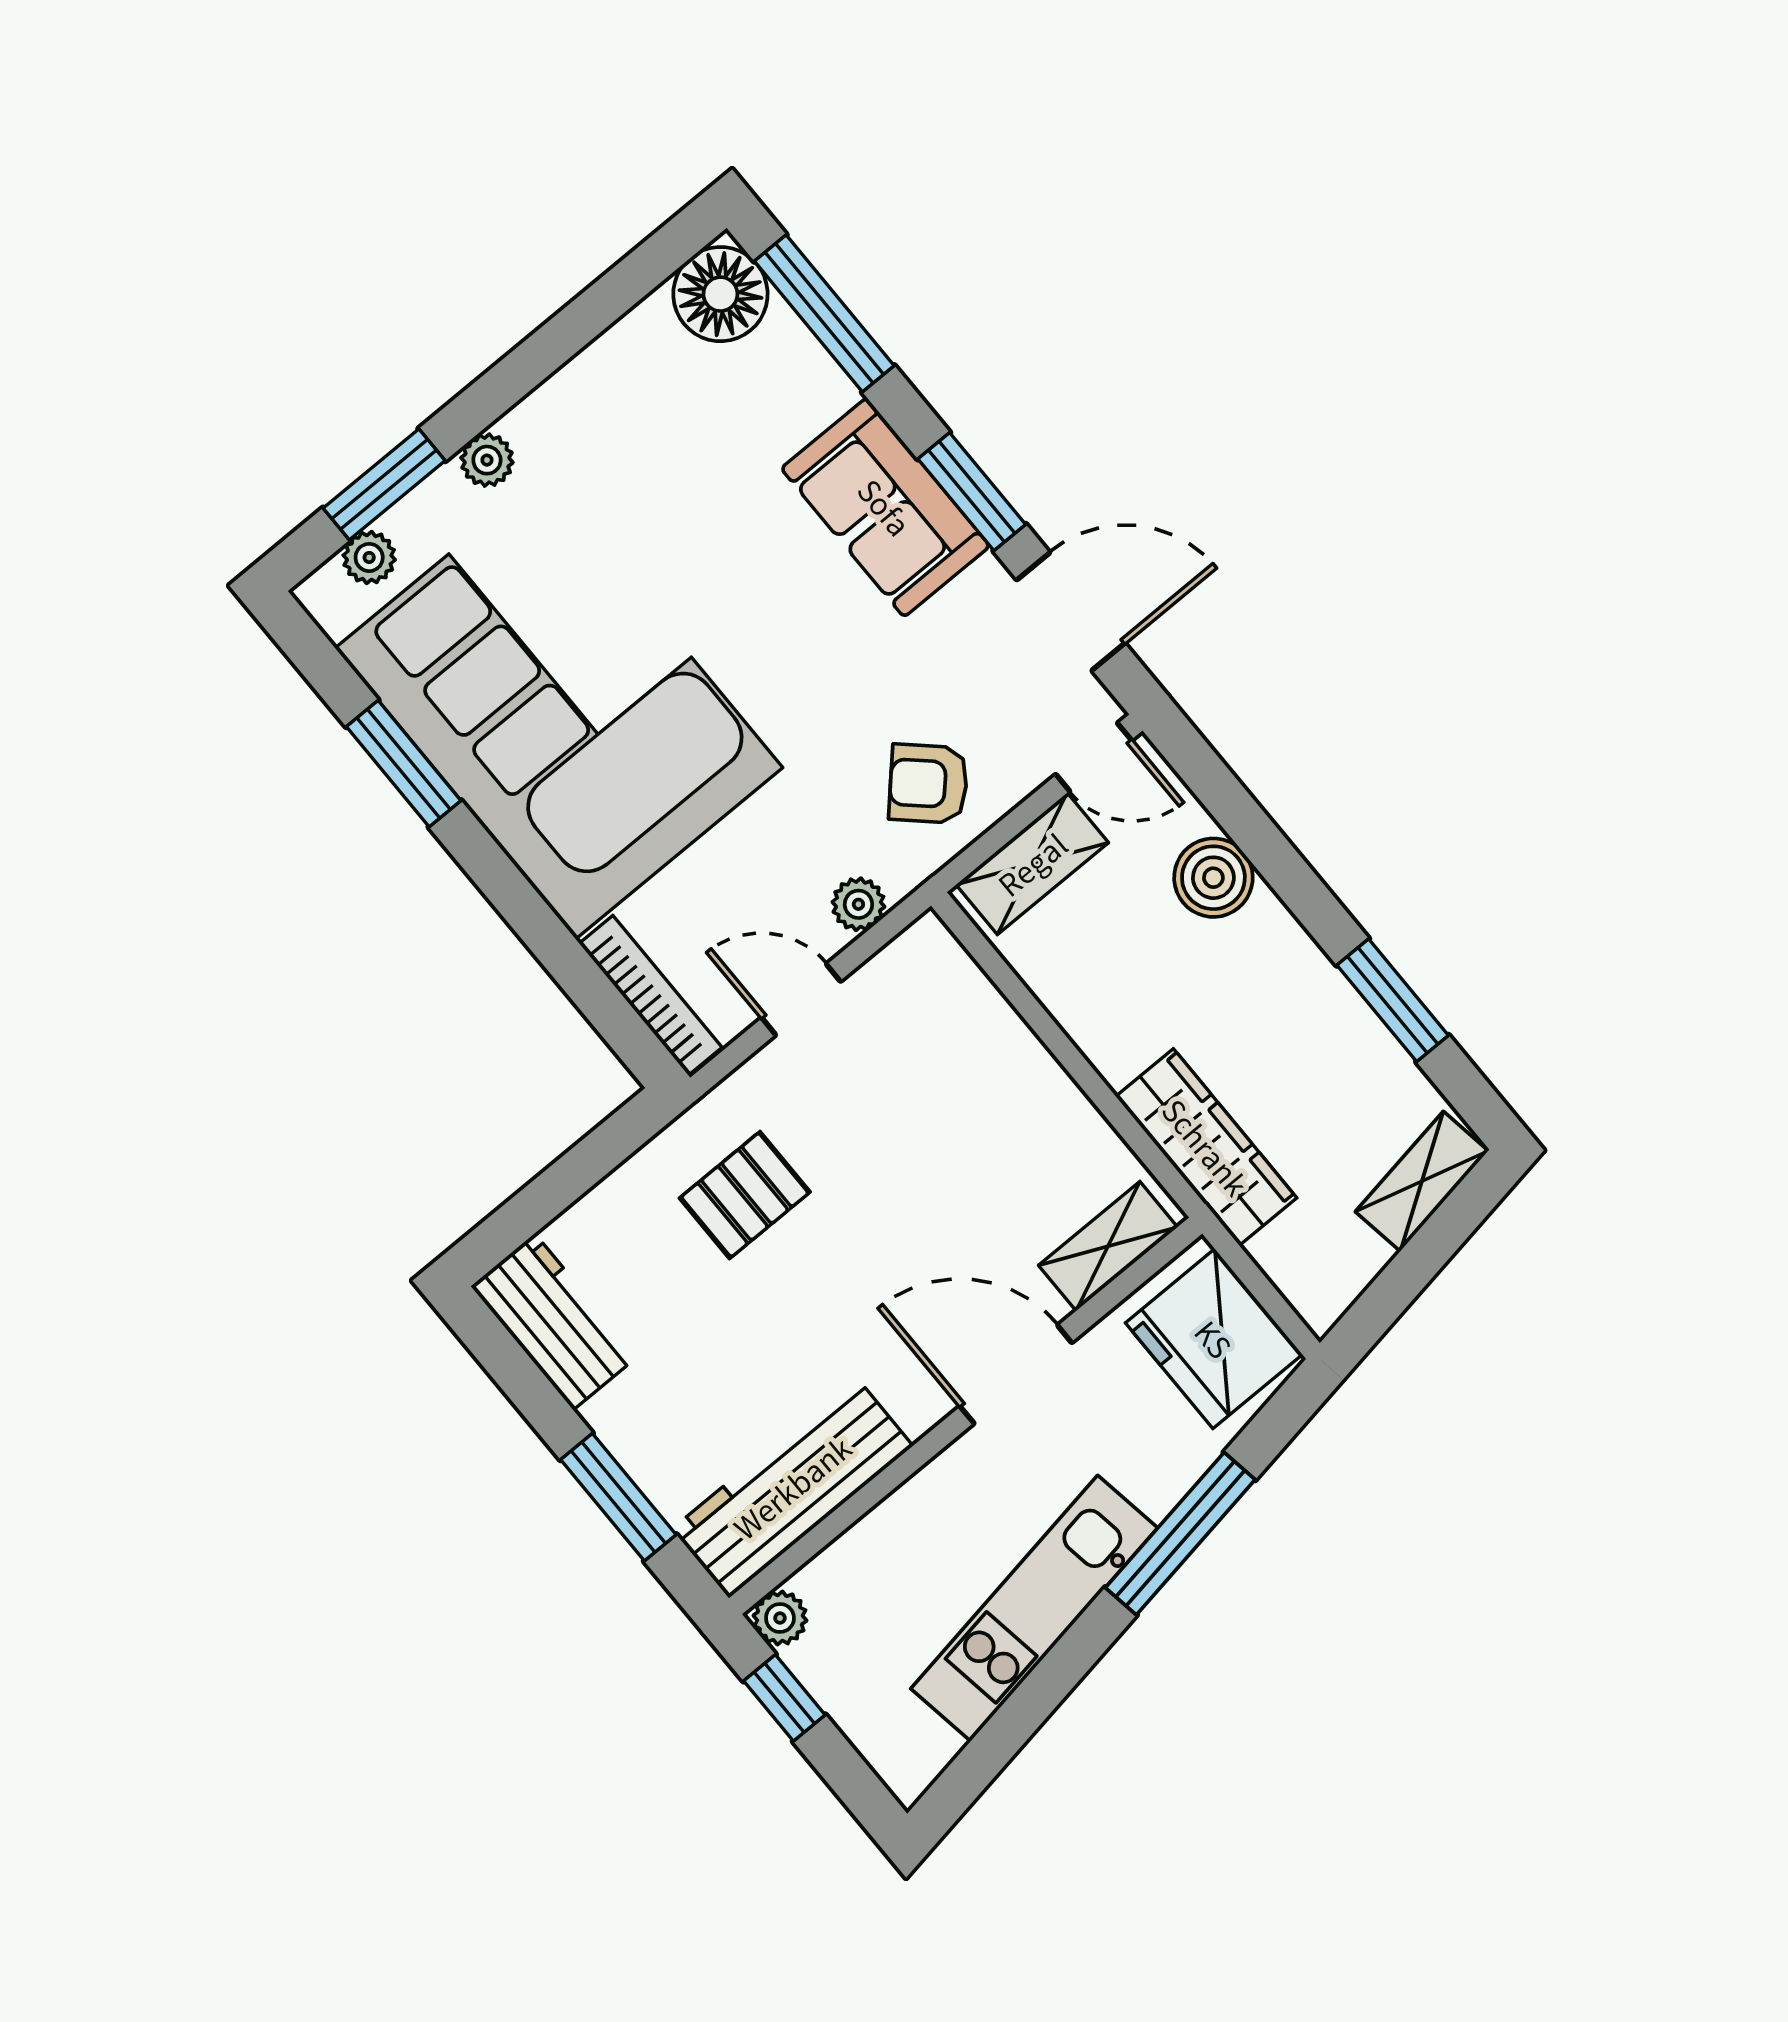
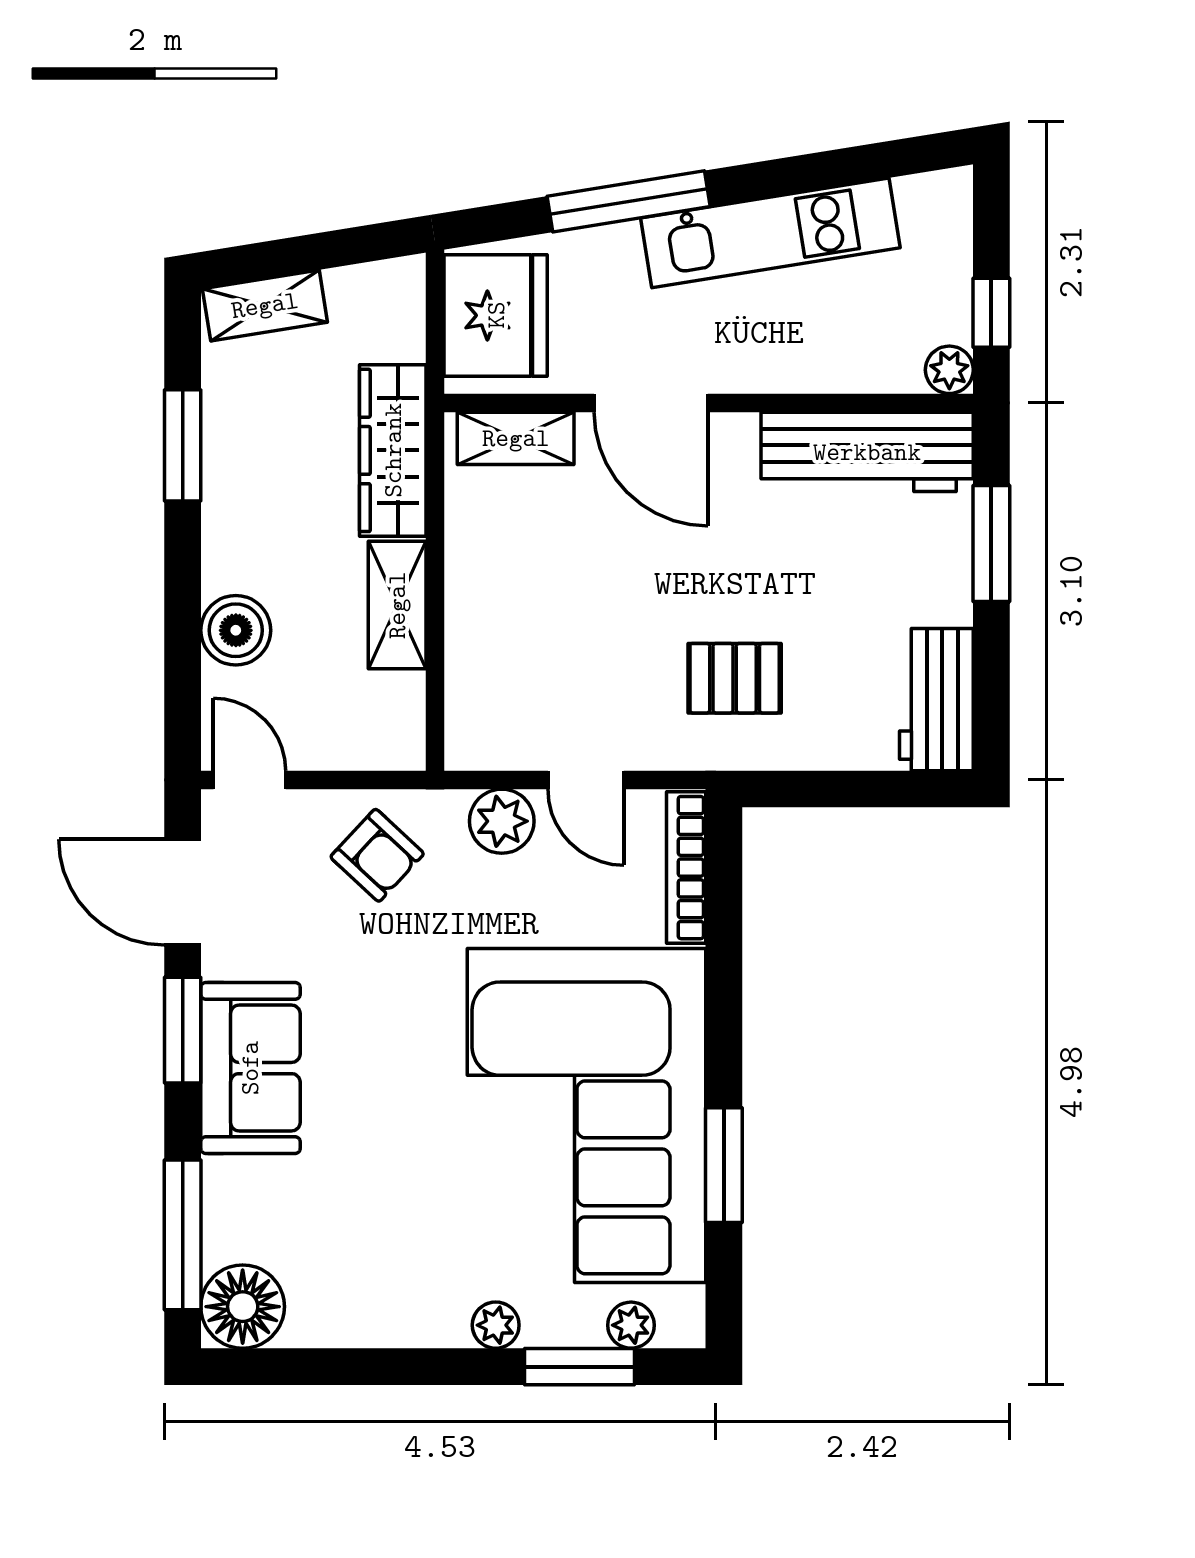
shelving: (1032, 864) -> (397, 605), moved, turned 90
plant: (858, 904) -> (502, 821), width x1.38, depth x1.38

